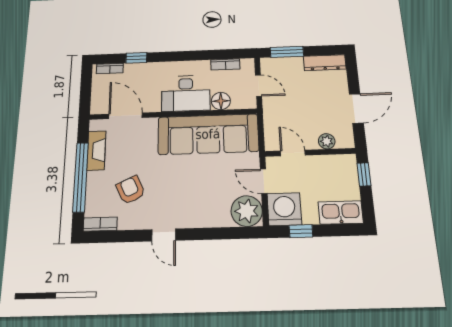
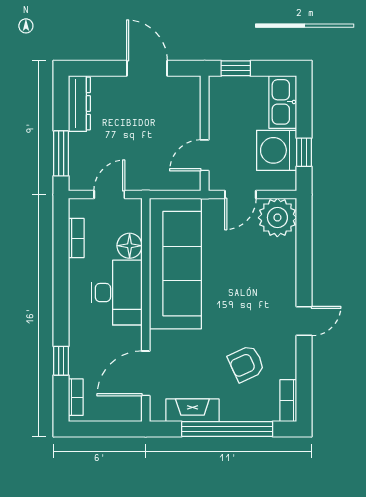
plant: (327, 141) -> (191, 111), removed
washing machine: (284, 209) -> (277, 150), moved

